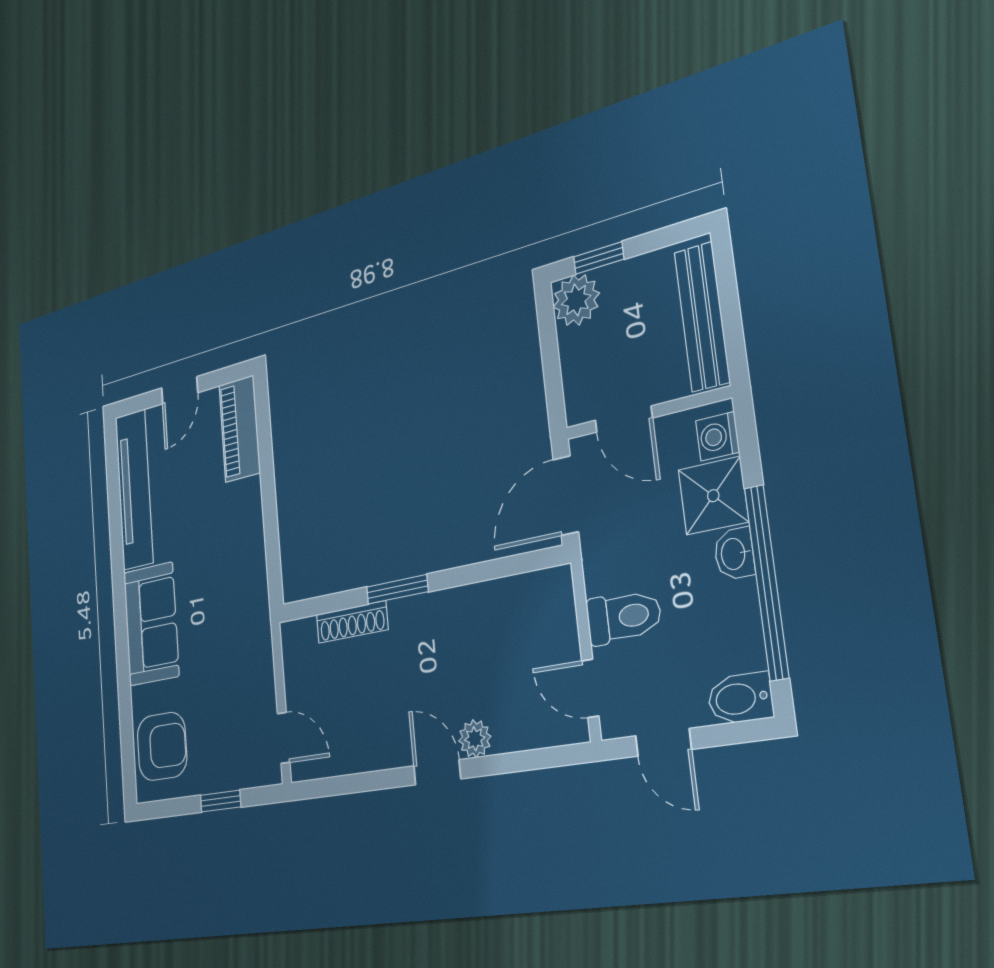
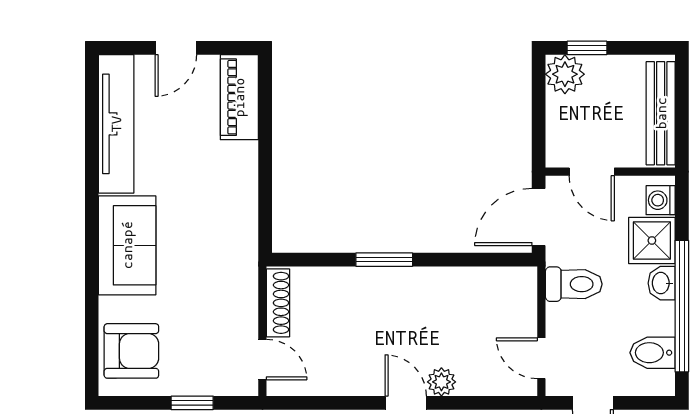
toilet: (624, 617) -> (574, 284), moved
shoe rack: (352, 622) -> (278, 303), moved, turned -90
bidet: (740, 698) -> (652, 353), moved

